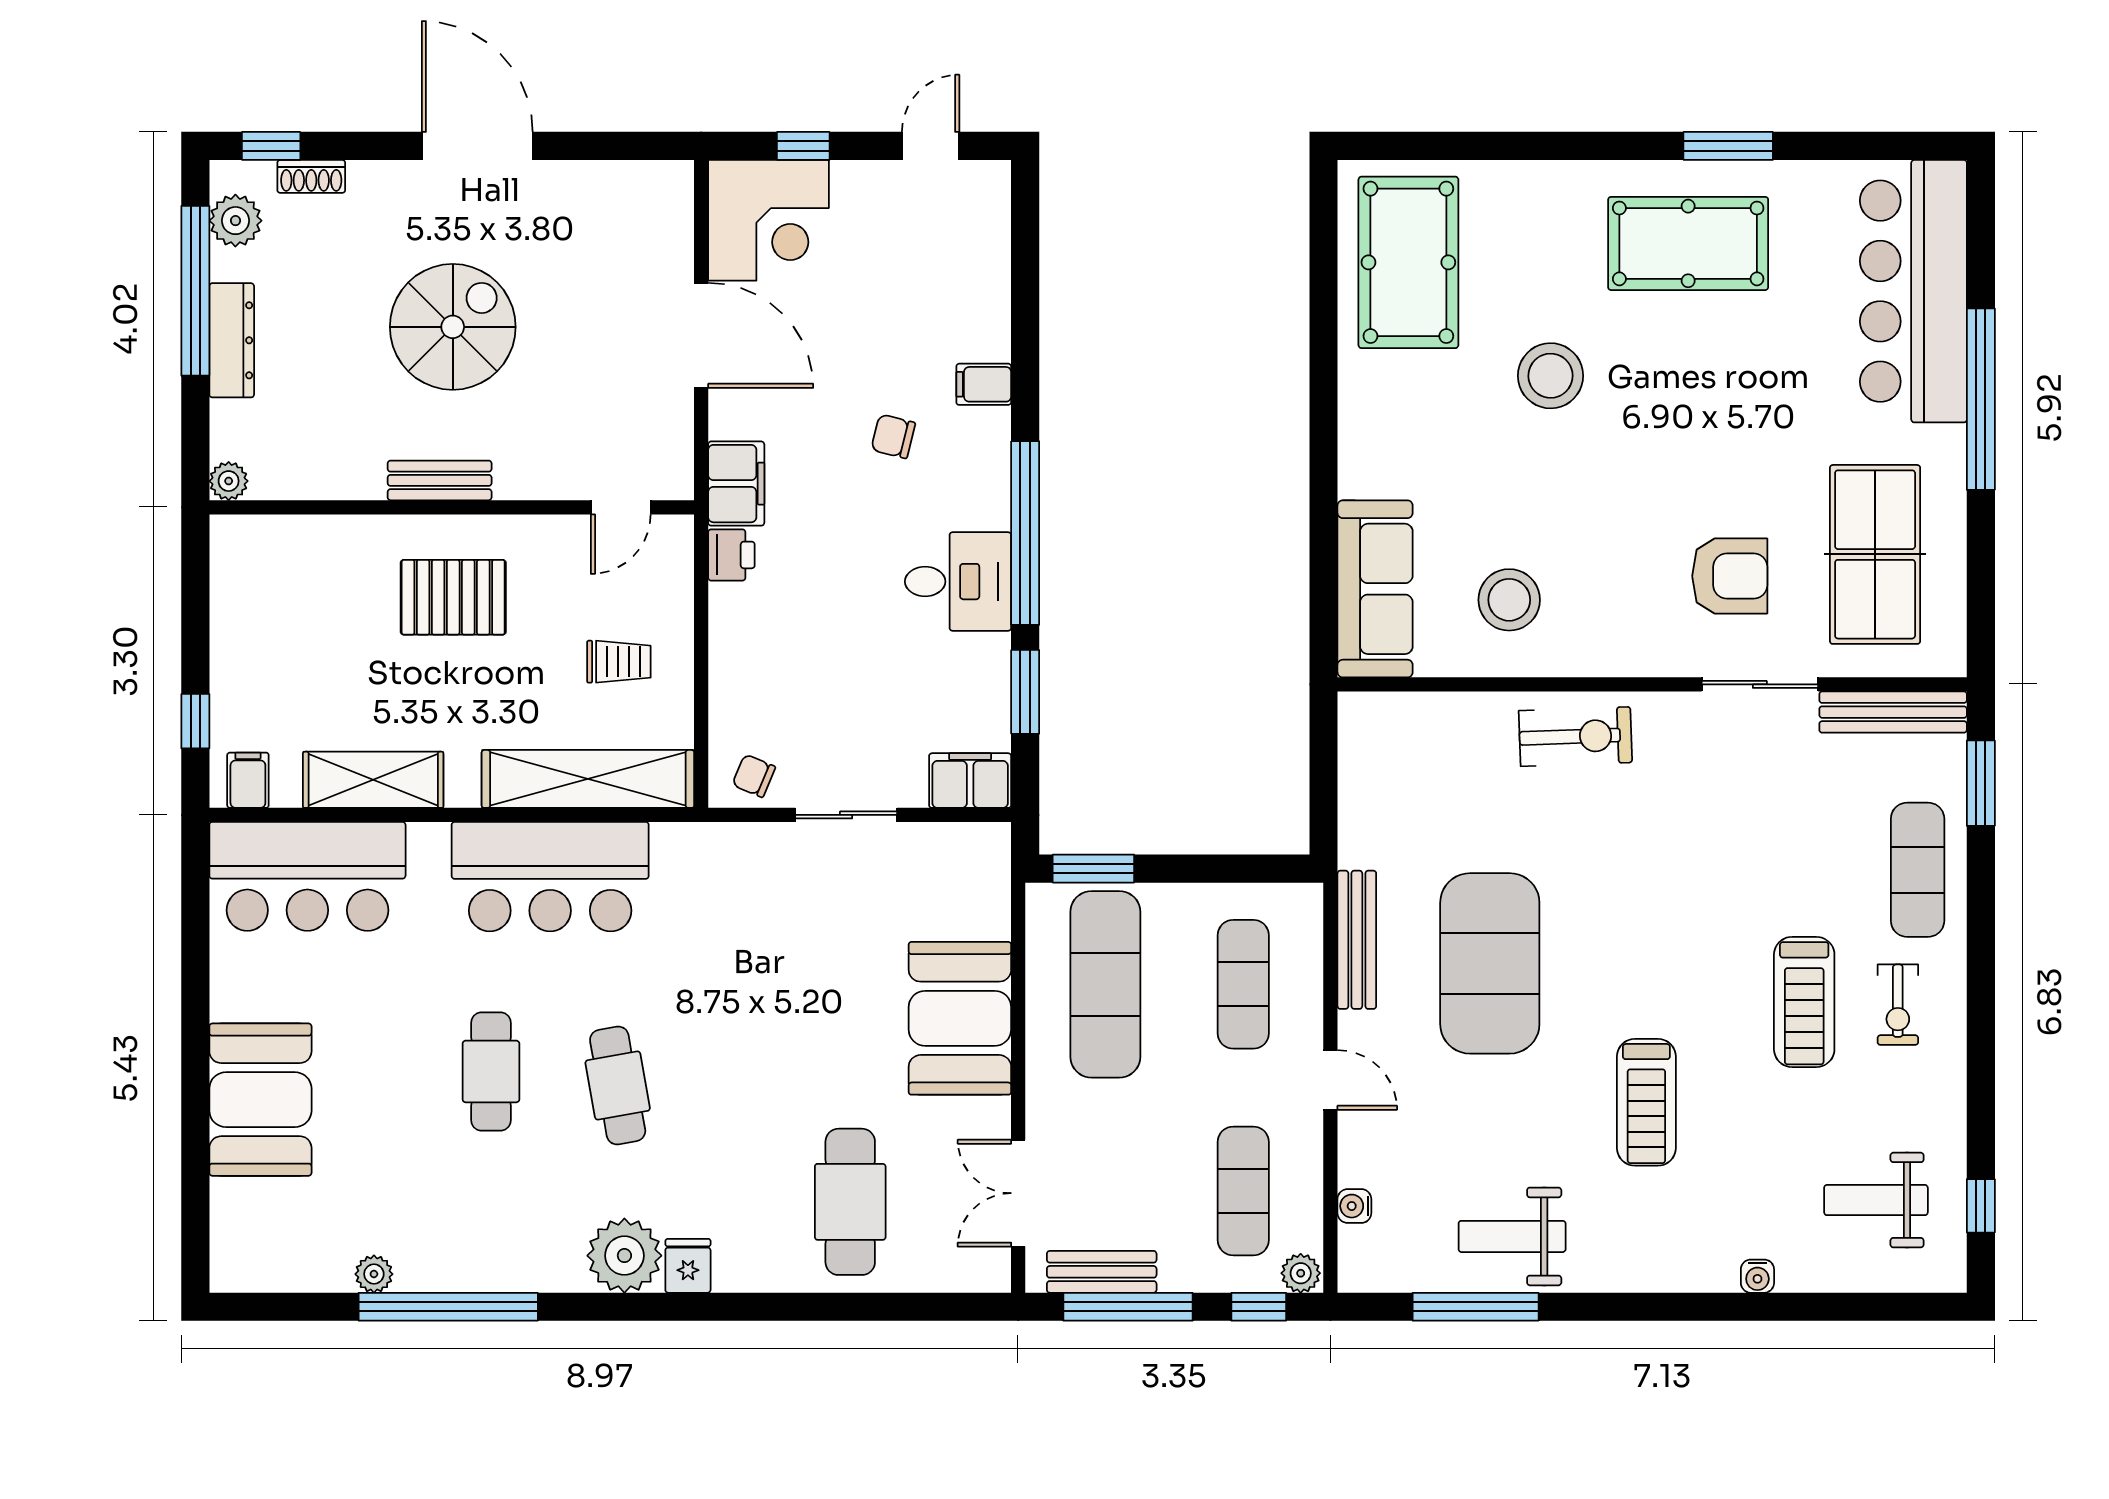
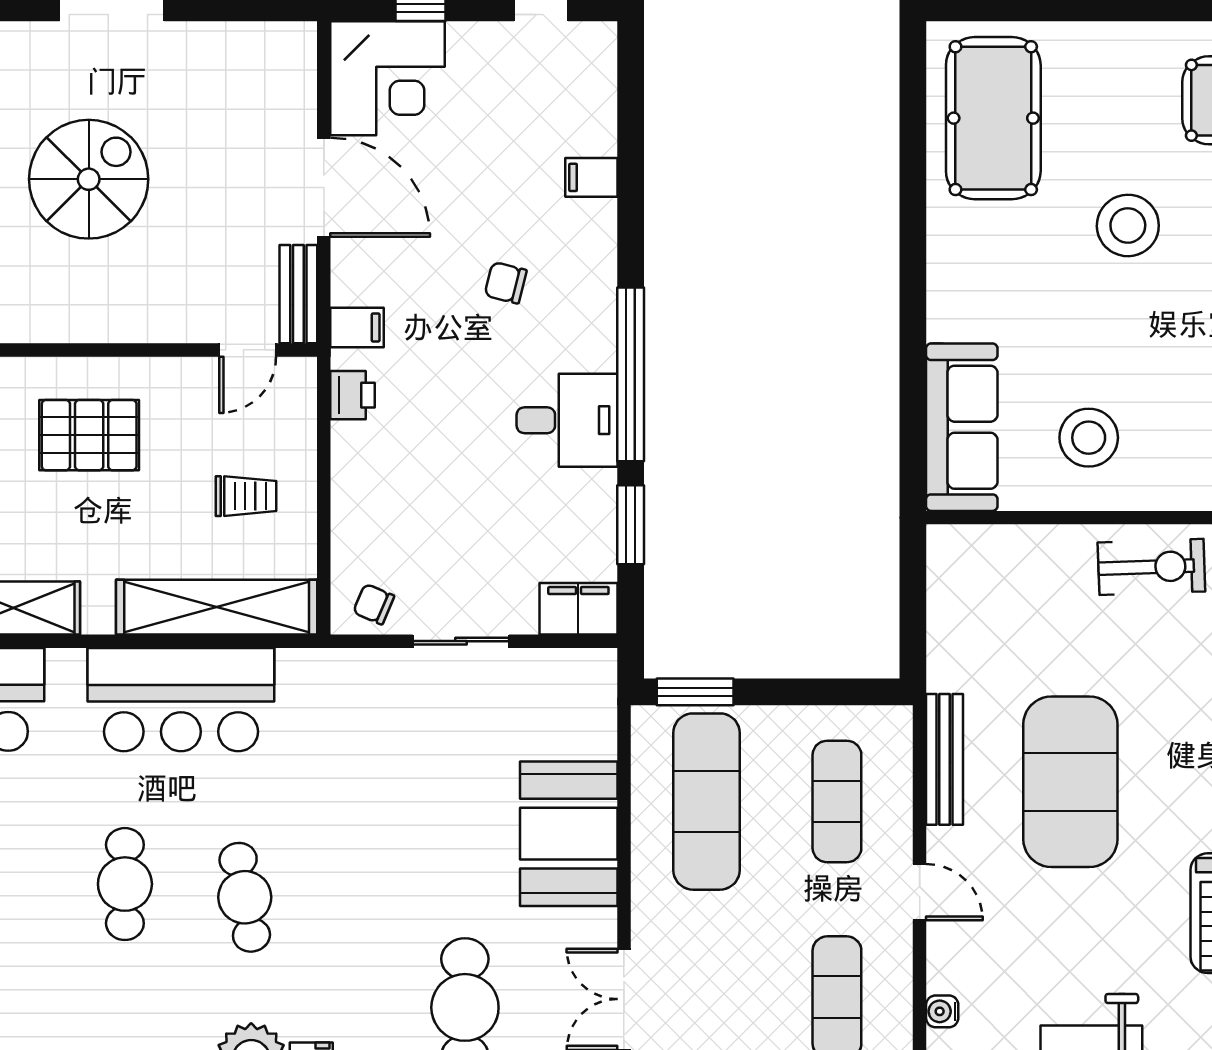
filing cabinet: (984, 384) -> (591, 177), moved
bench: (440, 480) -> (298, 294), moved, turned 90
filing cabinet: (736, 484) -> (357, 328), width x0.50

